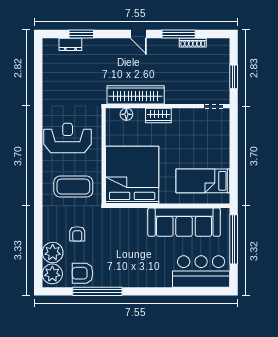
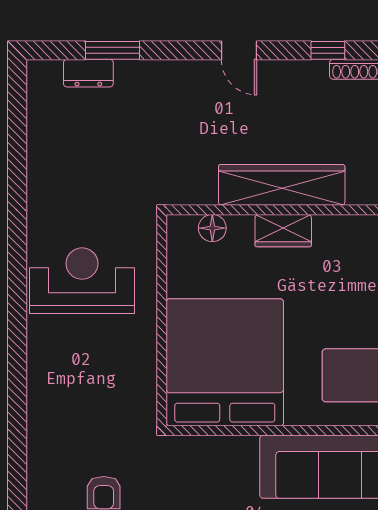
window: (179, 34) -> (328, 50), width x0.46
wardrobe: (136, 95) -> (282, 185), moved
coffee table: (73, 187) -> (95, 388), removed

